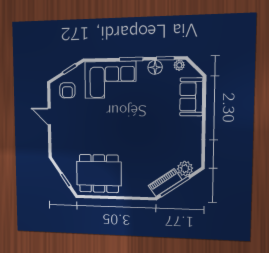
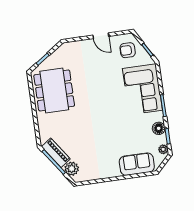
door: (49, 116) -> (101, 36), swing flipped

